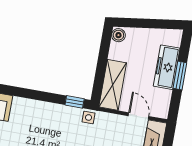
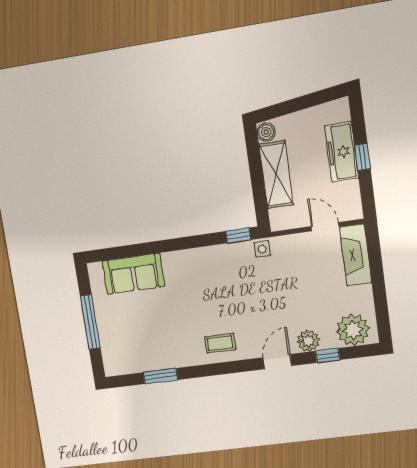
window: (180, 76) -> (362, 157), width x0.67
shelving: (113, 85) -> (276, 175), moved

